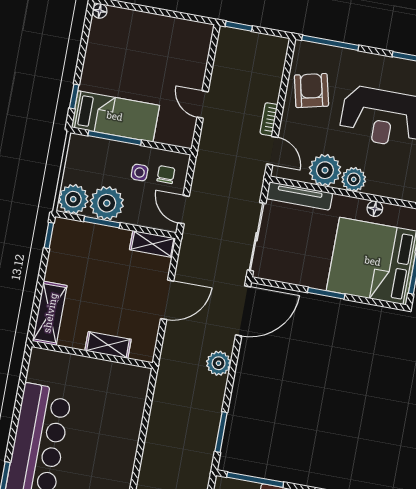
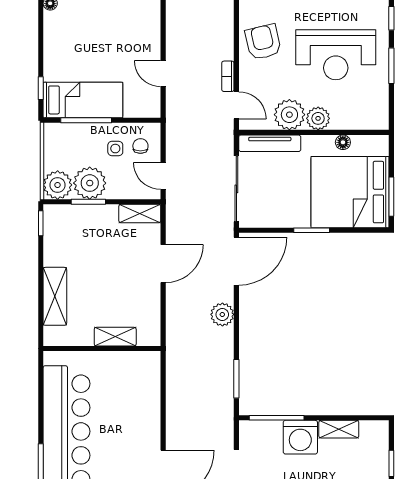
shelving: (108, 345) -> (115, 337), moved
wall: (92, 355) -> (102, 348), moved

